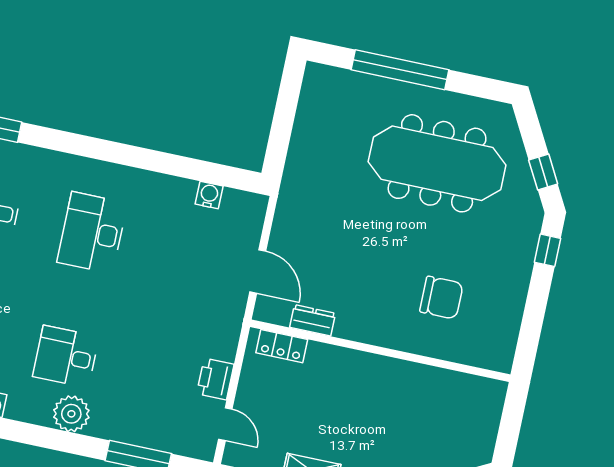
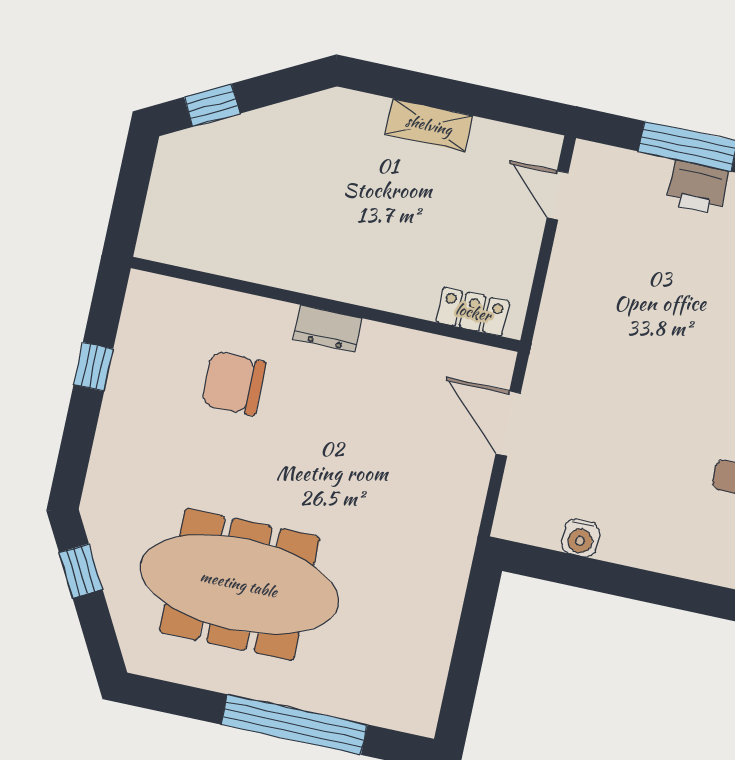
window: (547, 250) -> (93, 367), moved
dresser: (313, 320) -> (327, 329), moved
printer: (215, 379) -> (698, 188), moved, turned 90

